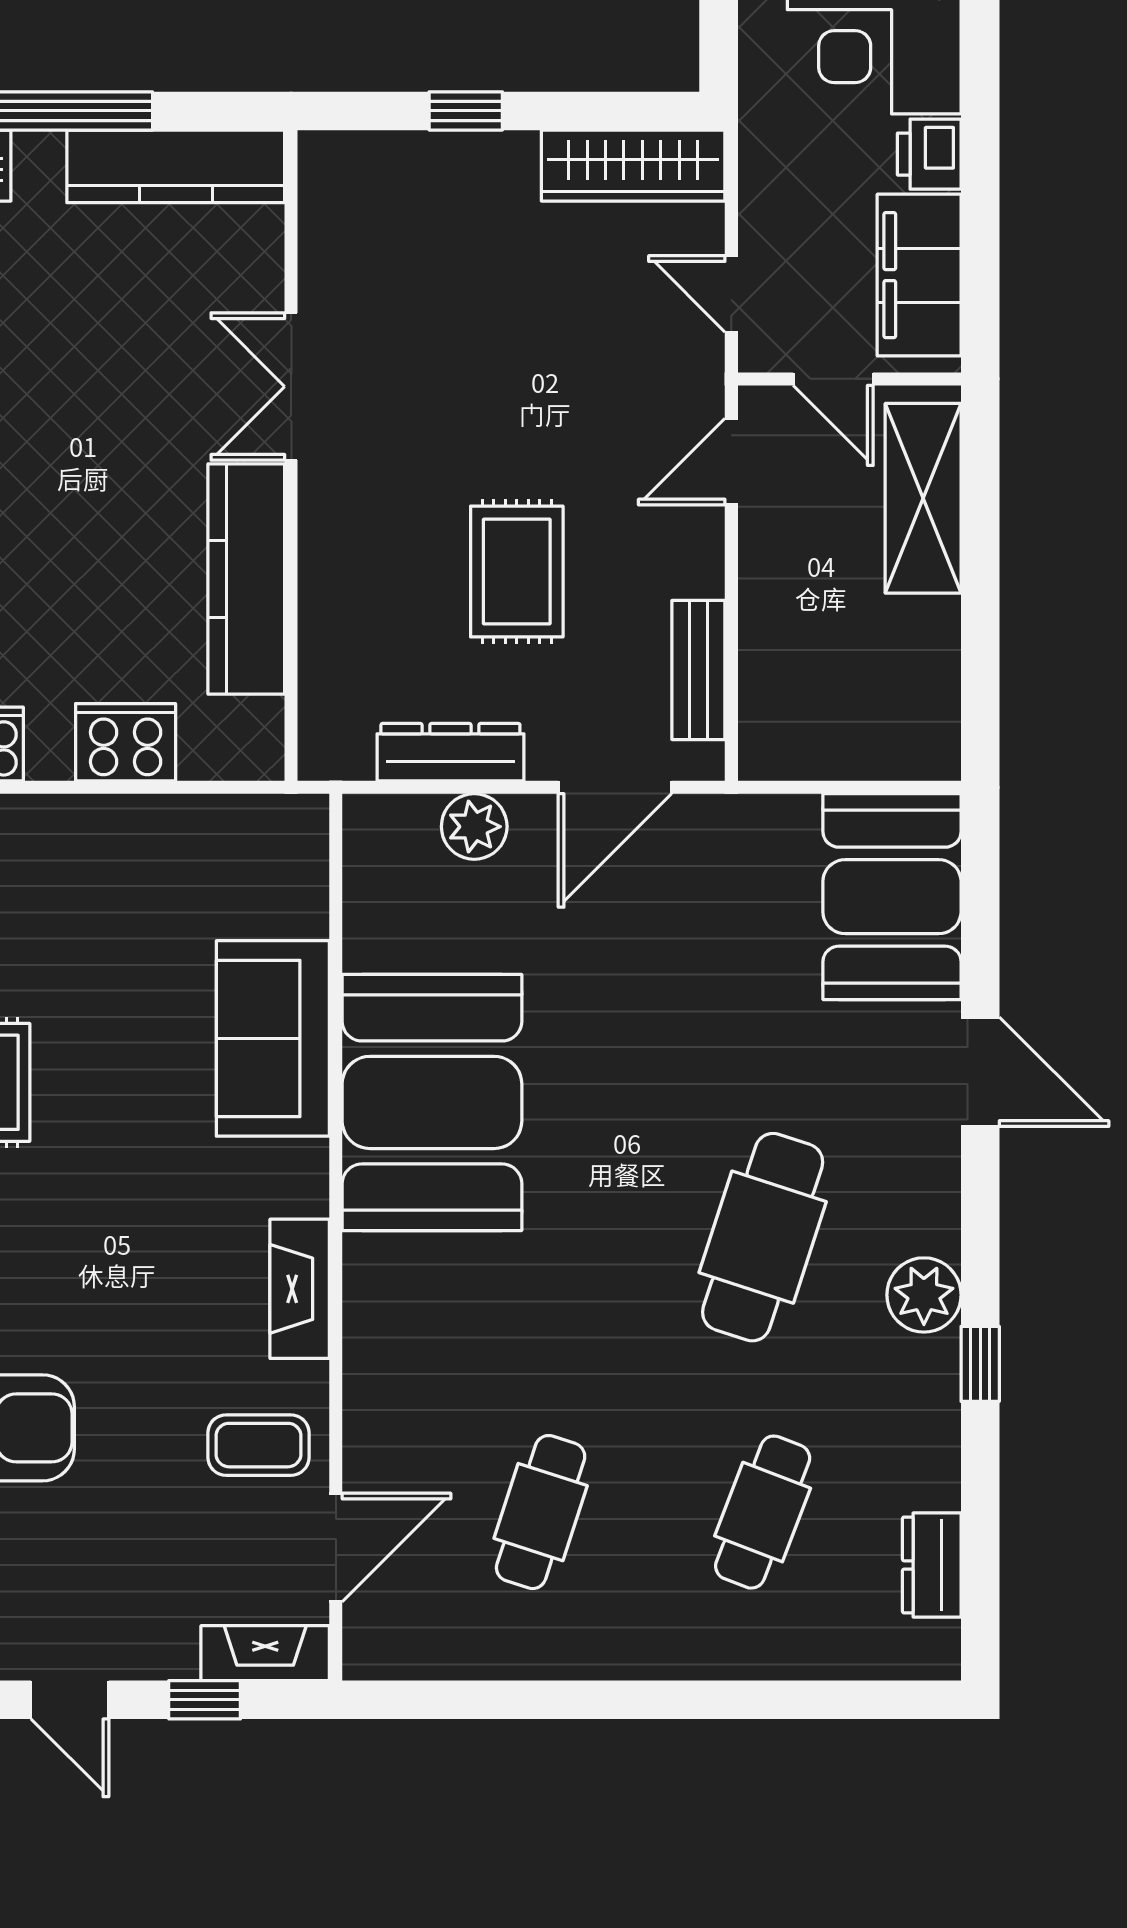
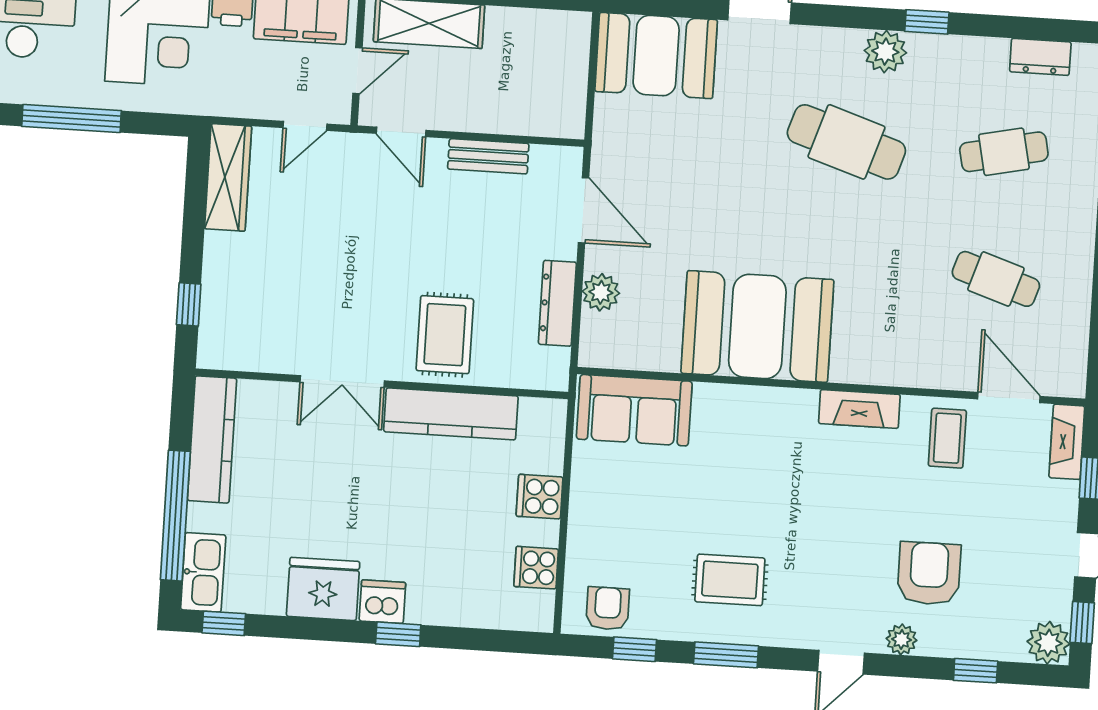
window: (466, 111) -> (189, 304), moved
rug: (517, 572) -> (445, 335), moved, turned 90
bench: (698, 670) -> (488, 156), moved
cooker: (126, 742) -> (540, 497), width x0.73
sofa: (273, 1038) -> (634, 410), moved
cafe table: (763, 1512) -> (1004, 152), turned -33

